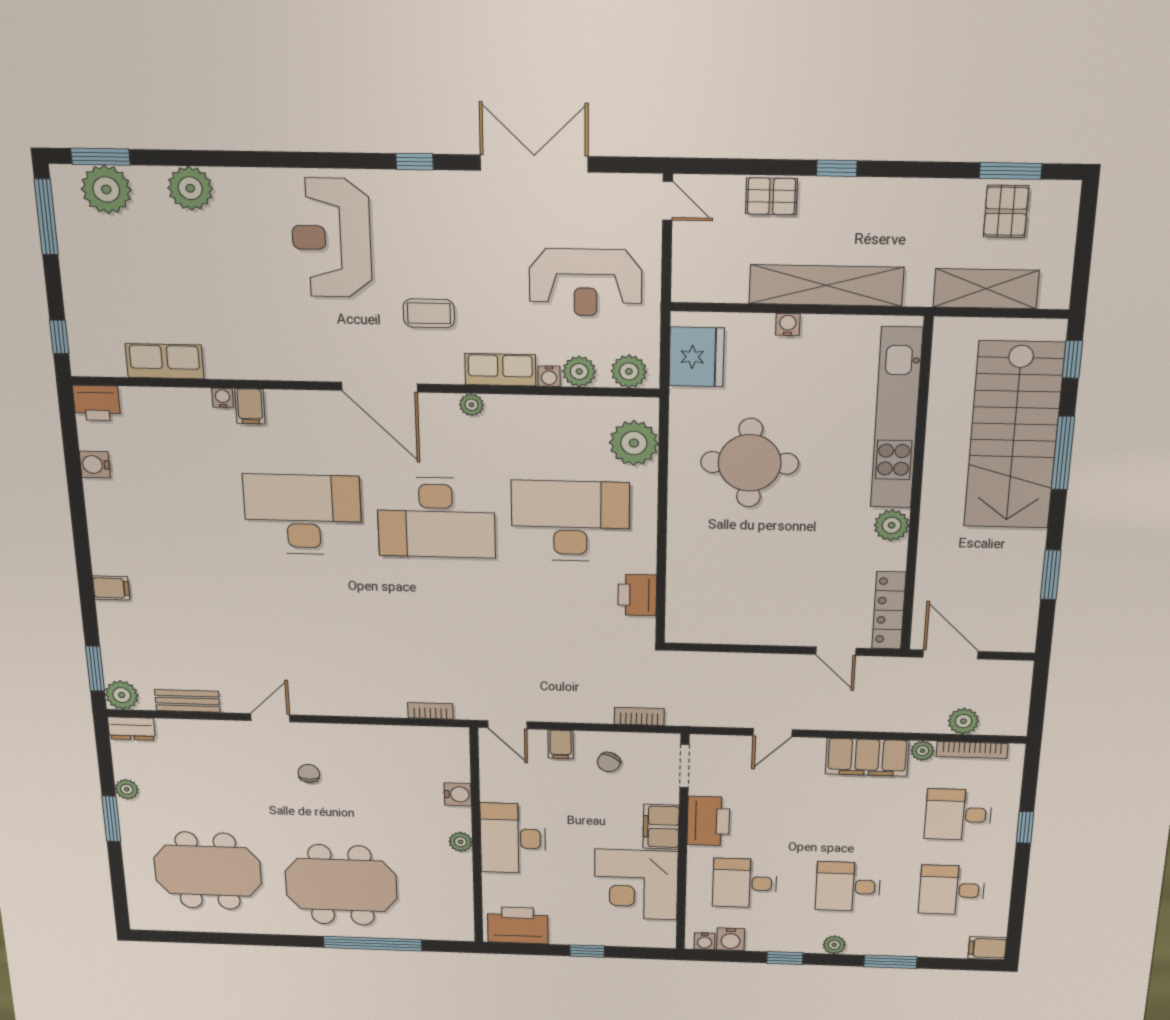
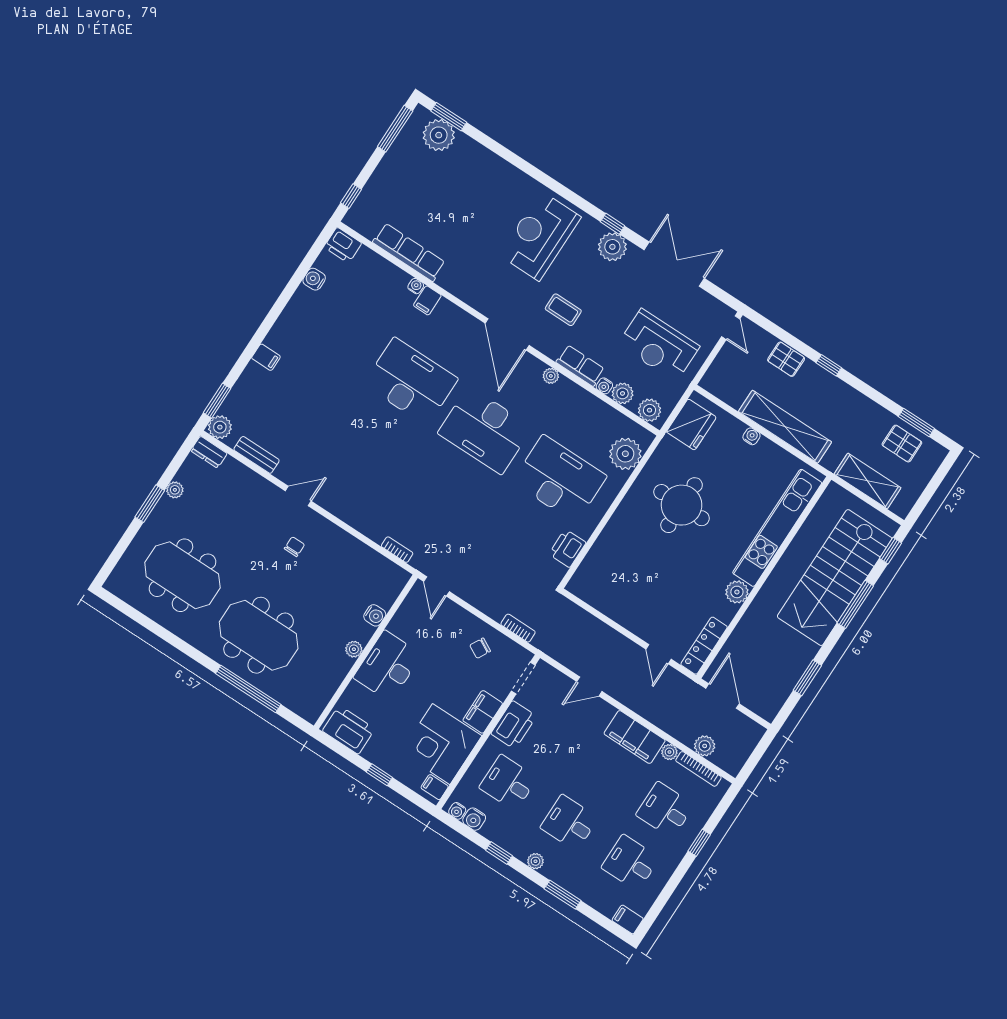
plant: (190, 188) -> (612, 247), moved
pallet: (1006, 211) -> (902, 444), turned 90
row of seats: (165, 361) -> (409, 252), width x1.48
filing cabinet: (561, 744) -> (435, 787), moved, turned 90

